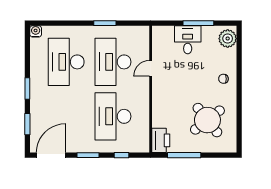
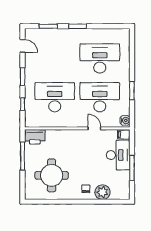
water cooler: (36, 31) -> (125, 120), moved
filing cabinet: (158, 33) -> (124, 135), added
plant: (228, 39) -> (103, 192), moved
desk: (188, 40) -> (118, 155), width x1.37
round table: (207, 120) -> (52, 175), turned 38
door: (51, 155) -> (23, 46), width x0.53

